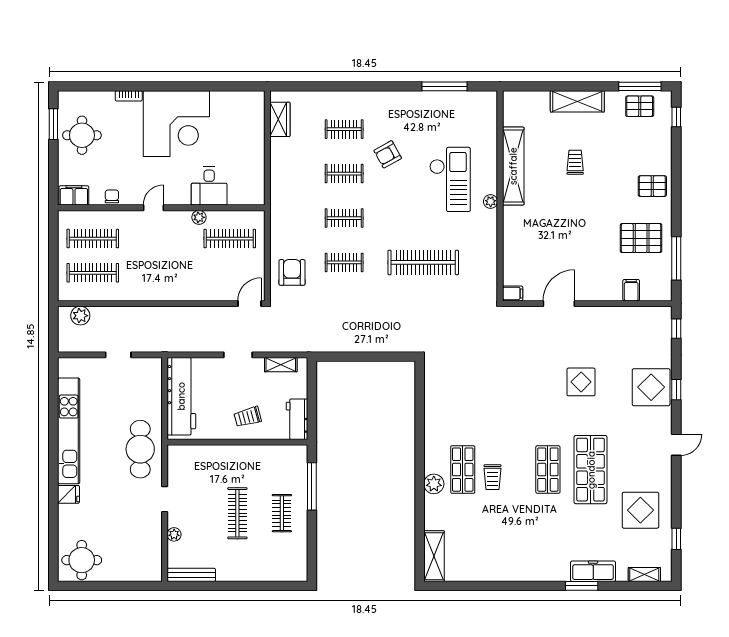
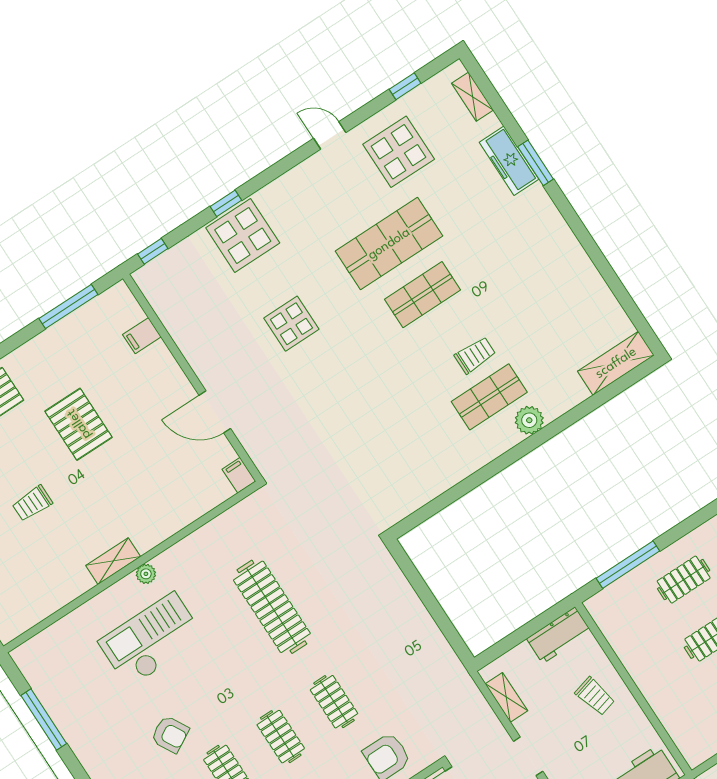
shelving: (513, 166) -> (113, 561), width x0.45, depth x0.75
pallet: (641, 238) -> (79, 424), moved
door: (676, 445) -> (330, 135), moved

